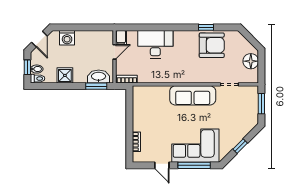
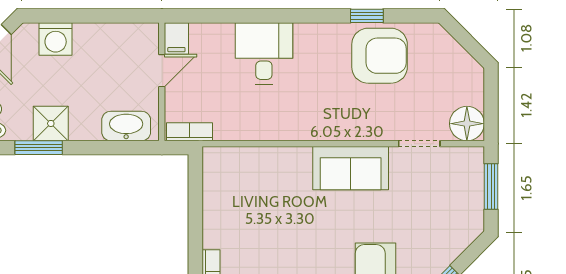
desk: (155, 44) -> (264, 54), width x0.73
floor lamp: (251, 61) -> (467, 124), moved
window: (96, 86) -> (39, 148), moved
sofa: (193, 95) -> (351, 168), width x0.73

